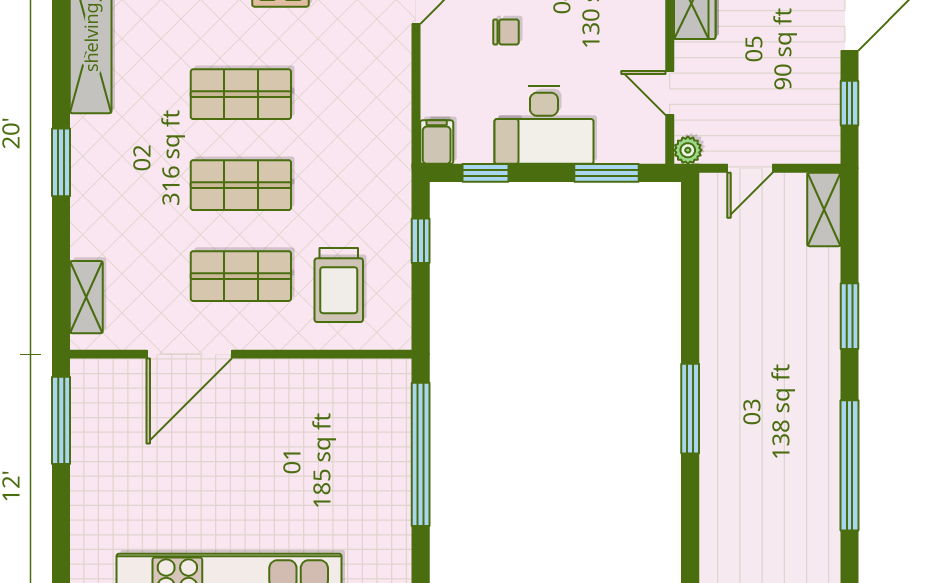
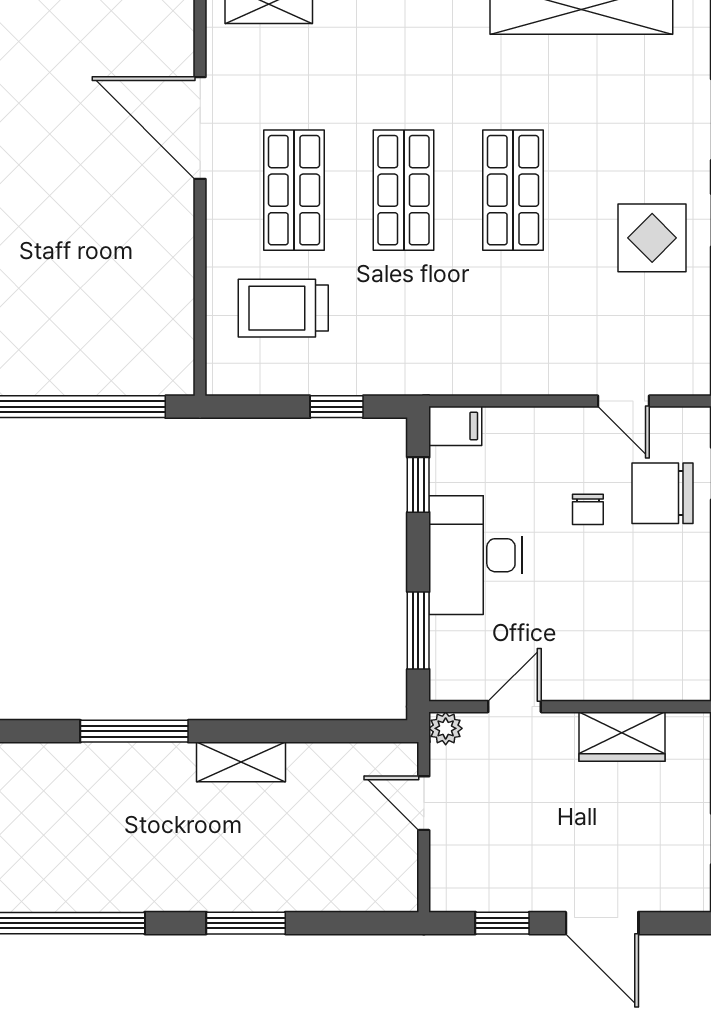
shelving: (824, 209) -> (241, 762), moved

